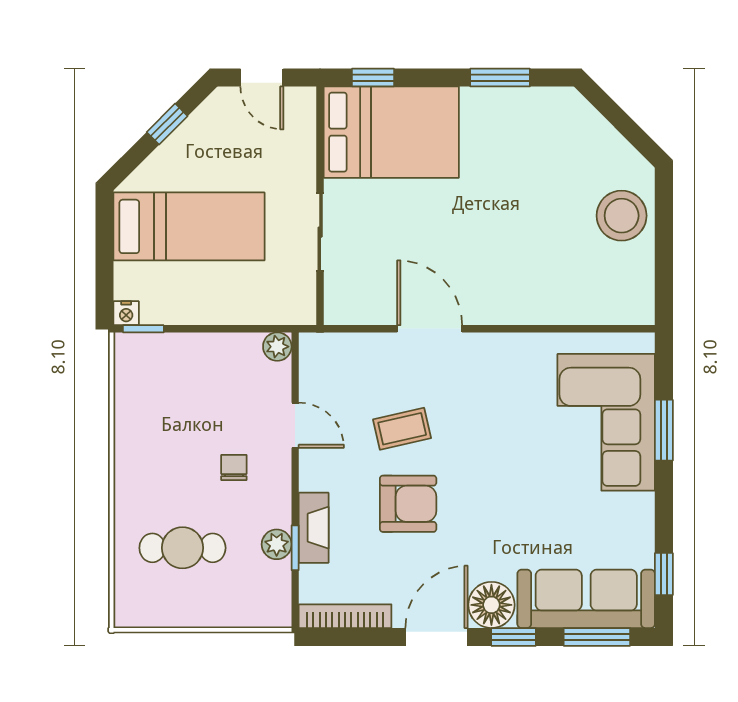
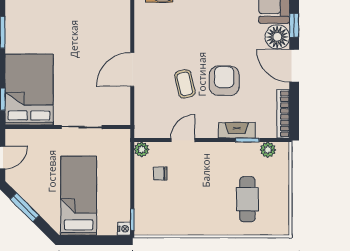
window: (167, 124) -> (25, 207), width x1.50
chair: (234, 467) -> (160, 174), moved
plant: (277, 544) -> (268, 150), moved

